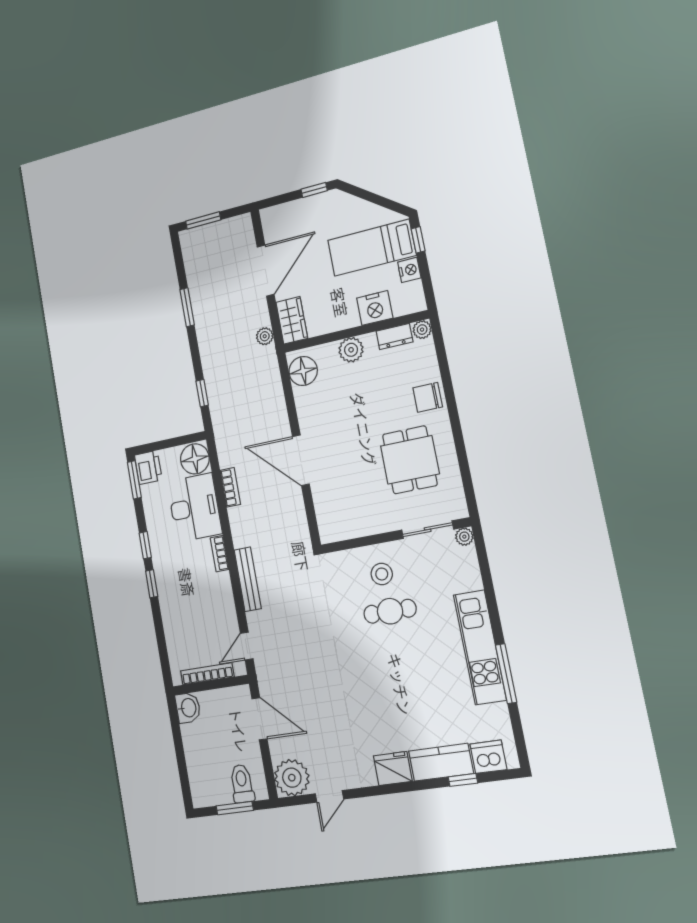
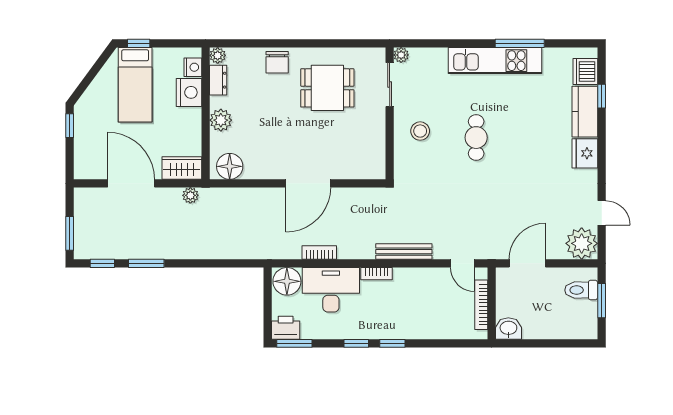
nightstand: (409, 270) -> (193, 67), moved, turned 90
window: (202, 393) -> (102, 263), moved
cafe table: (390, 611) -> (476, 138), moved

